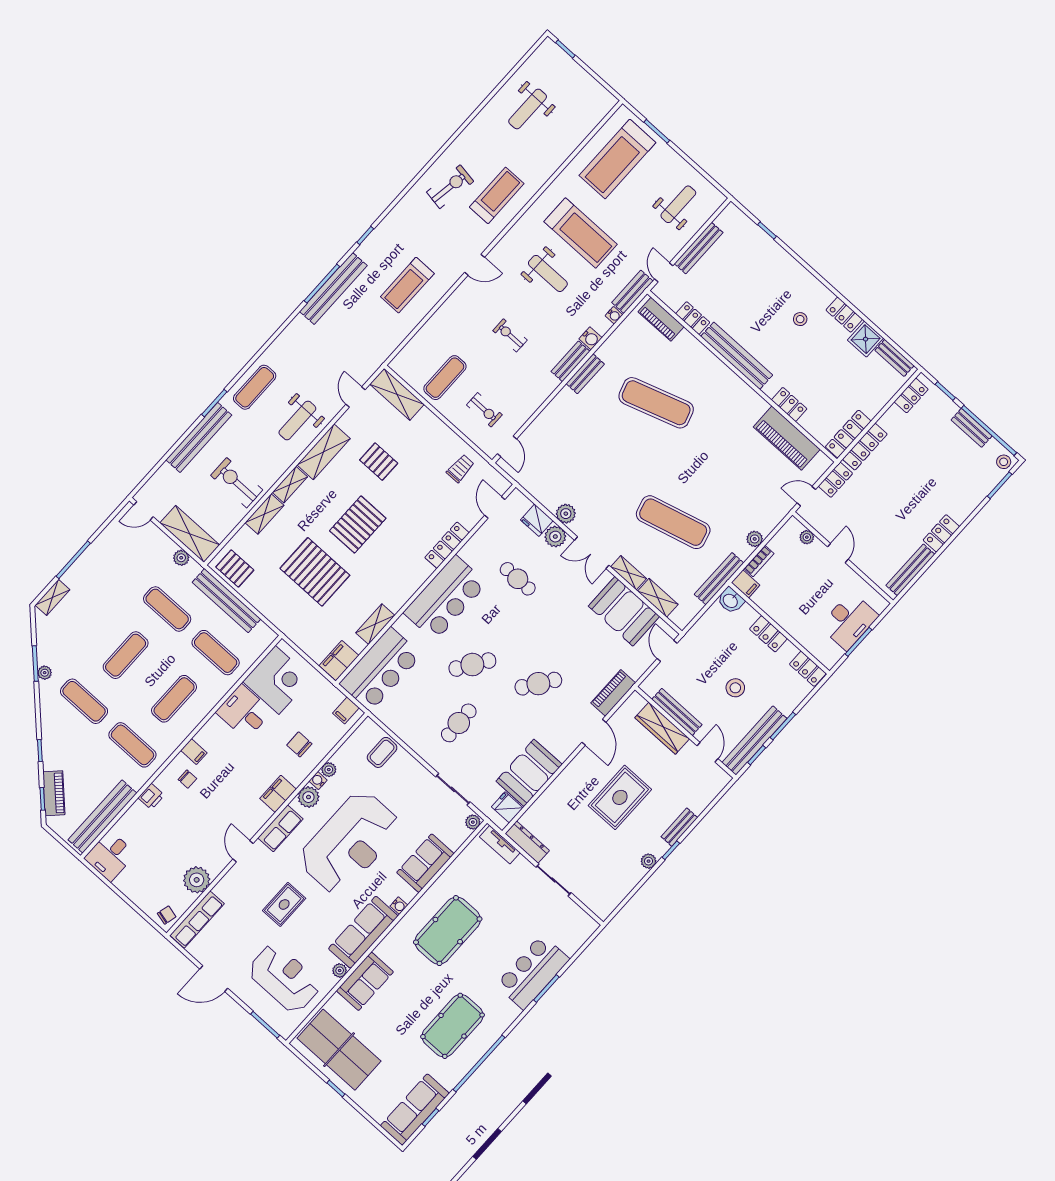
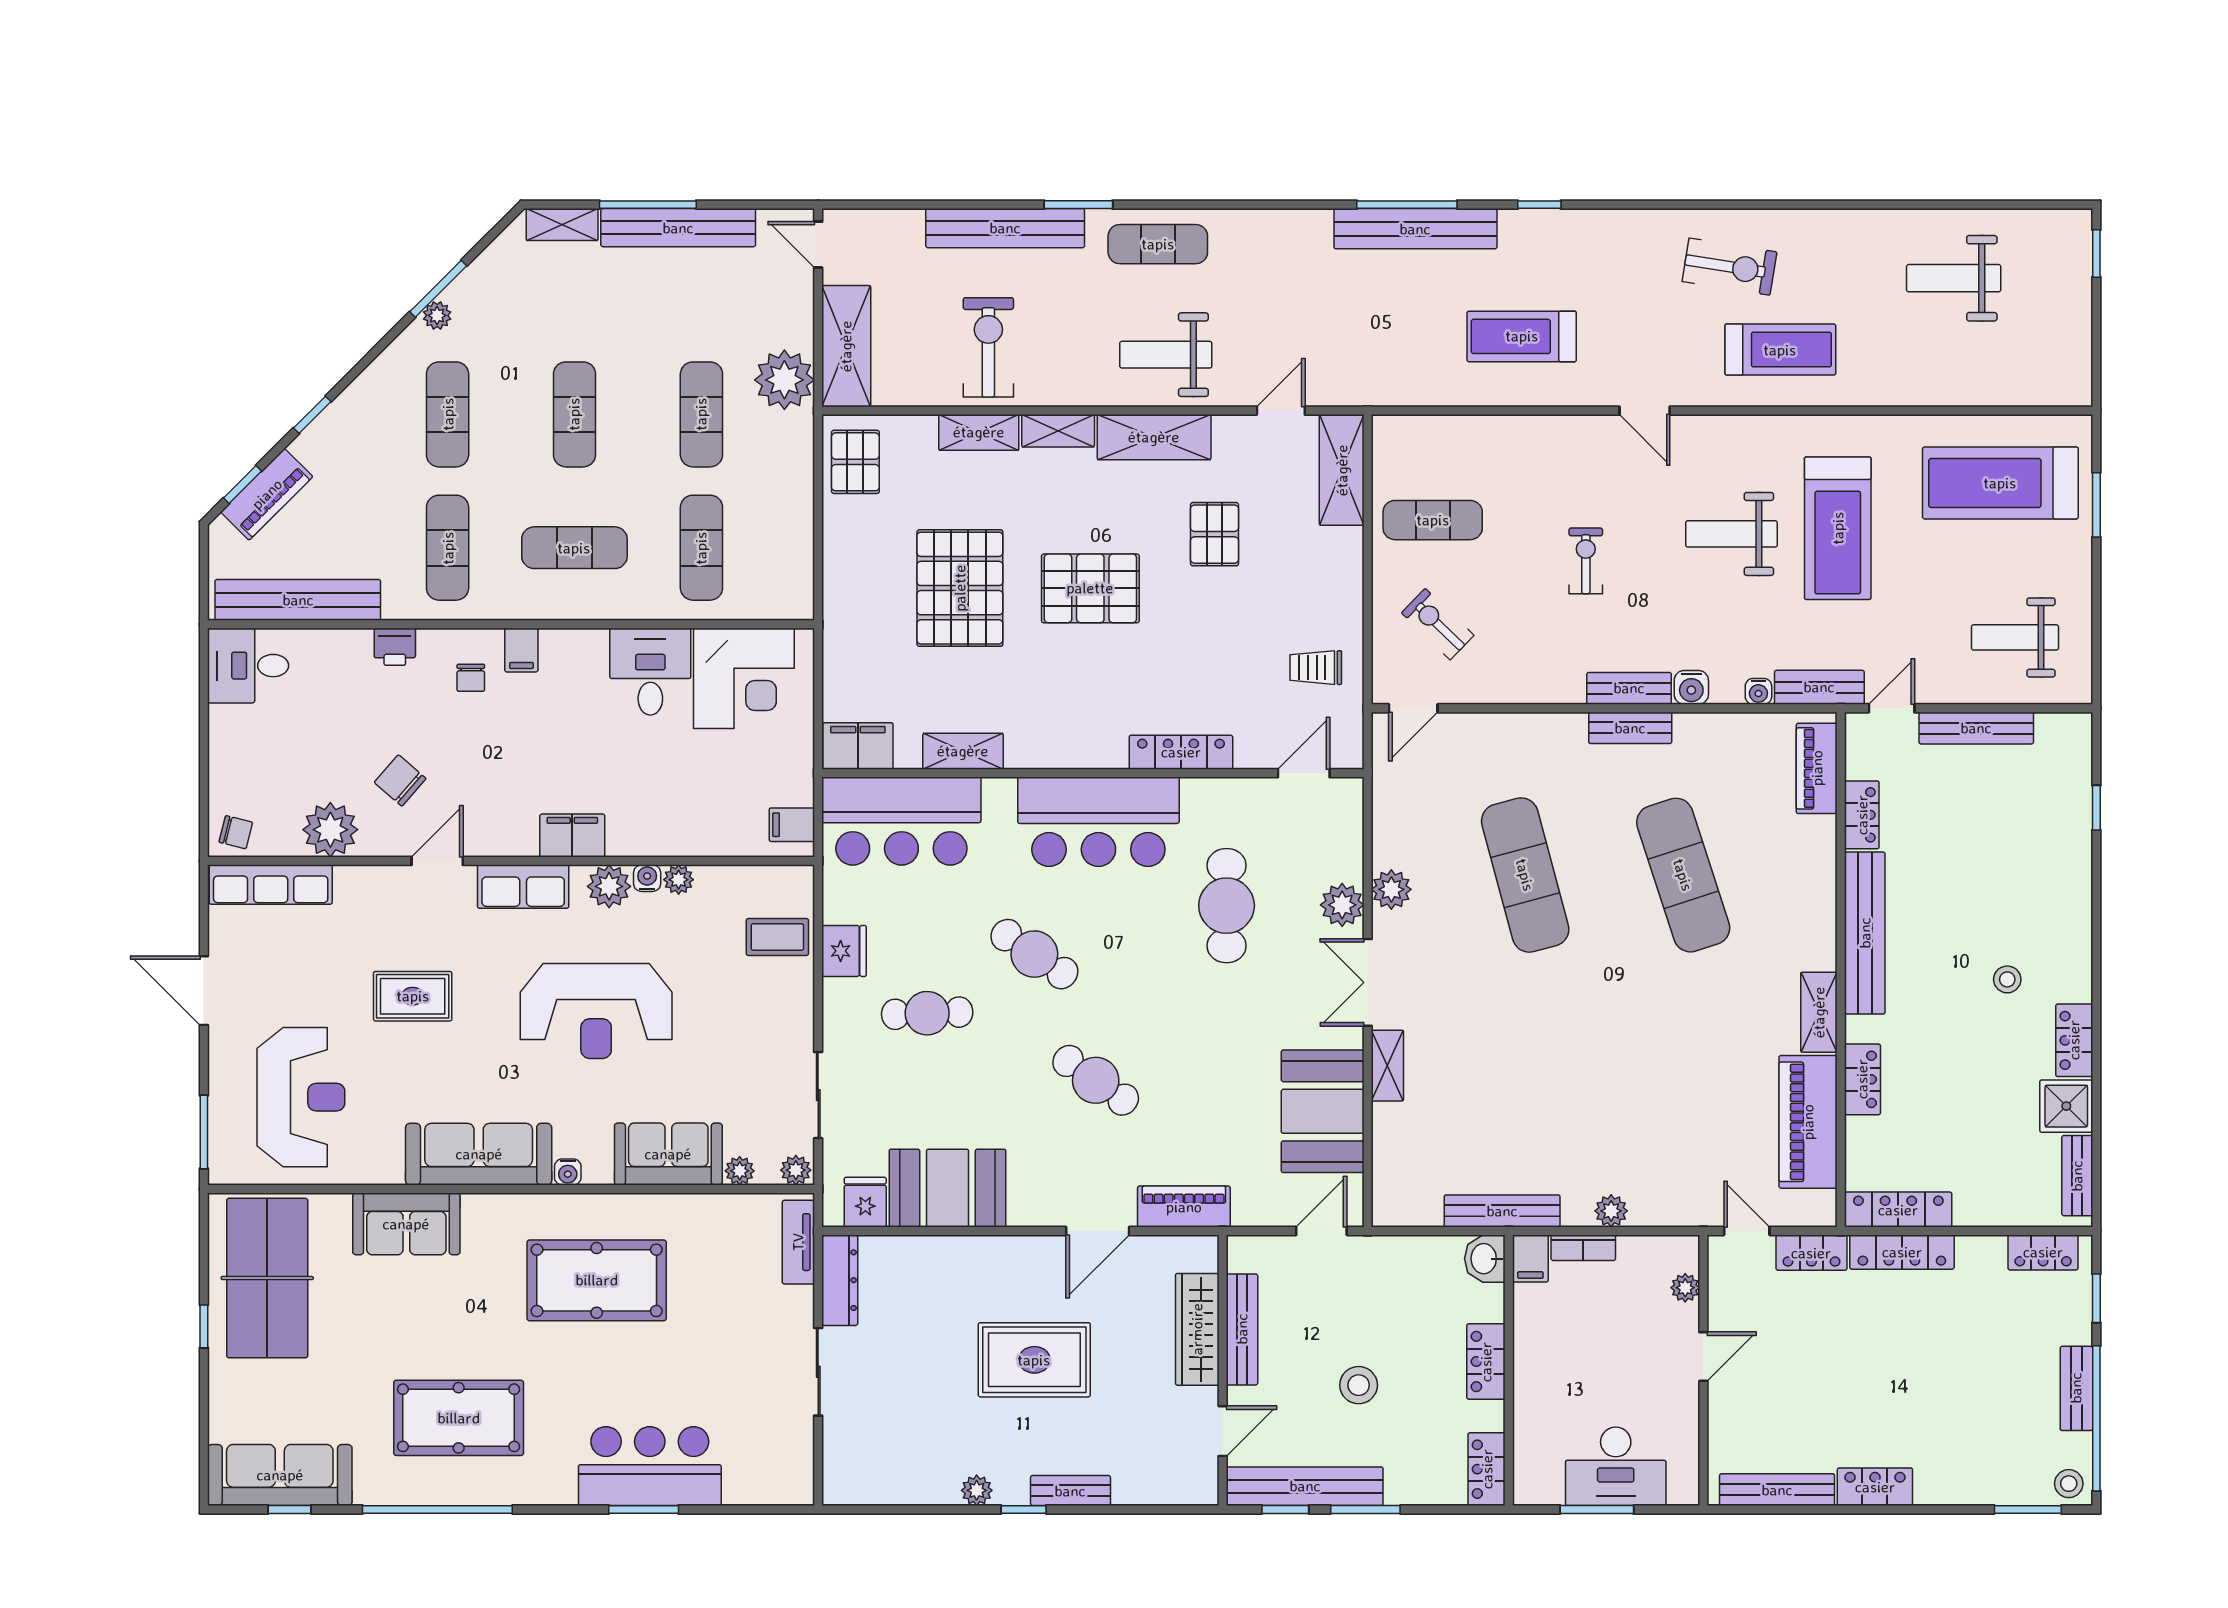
weight bench: (678, 204) -> (2015, 637), turned 180
weight bench: (548, 273) -> (1732, 534), turned 90
exercise bike: (484, 410) -> (1438, 624), turned 134
trolley: (460, 468) -> (1316, 668), turned 180
fridge: (537, 520) -> (844, 951), moved, turned 180
exercise mat: (673, 522) -> (1525, 875), moved
plant: (181, 558) -> (784, 380), width x1.87, depth x1.87
cafe table: (518, 579) -> (1227, 906), width x1.37, depth x1.35
shelving: (658, 598) -> (1819, 1012), moved
bench: (226, 601) -> (678, 228), moved, turned 90
exercise mat: (126, 655) -> (574, 414), turned 90
chair: (299, 744) -> (400, 780), moved, turned -49
reception desk: (350, 843) -> (596, 1011), width x0.74, depth x0.77
plant: (340, 970) -> (740, 1171), moved

